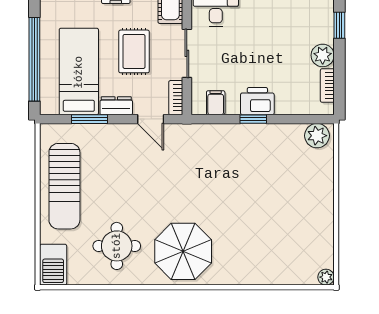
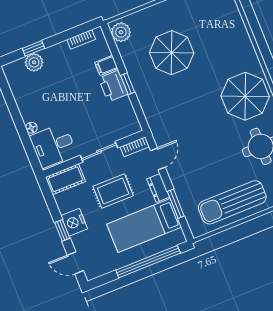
plant: (323, 55) -> (34, 62), moved
filing cabinet: (216, 103) -> (106, 65), moved
sun lounger: (64, 186) -> (232, 202), turned 180
parasol: (269, 186) -> (172, 53), added

